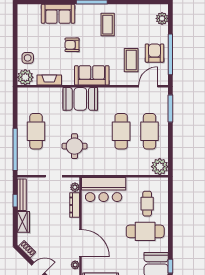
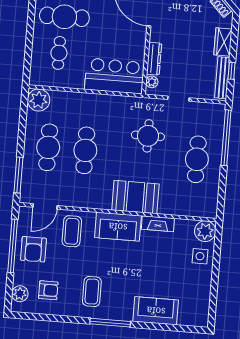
armchair: (72, 45) -> (48, 290), moved
coffee table: (131, 60) -> (72, 231), moved
fireplace: (49, 80) -> (158, 224), moved

